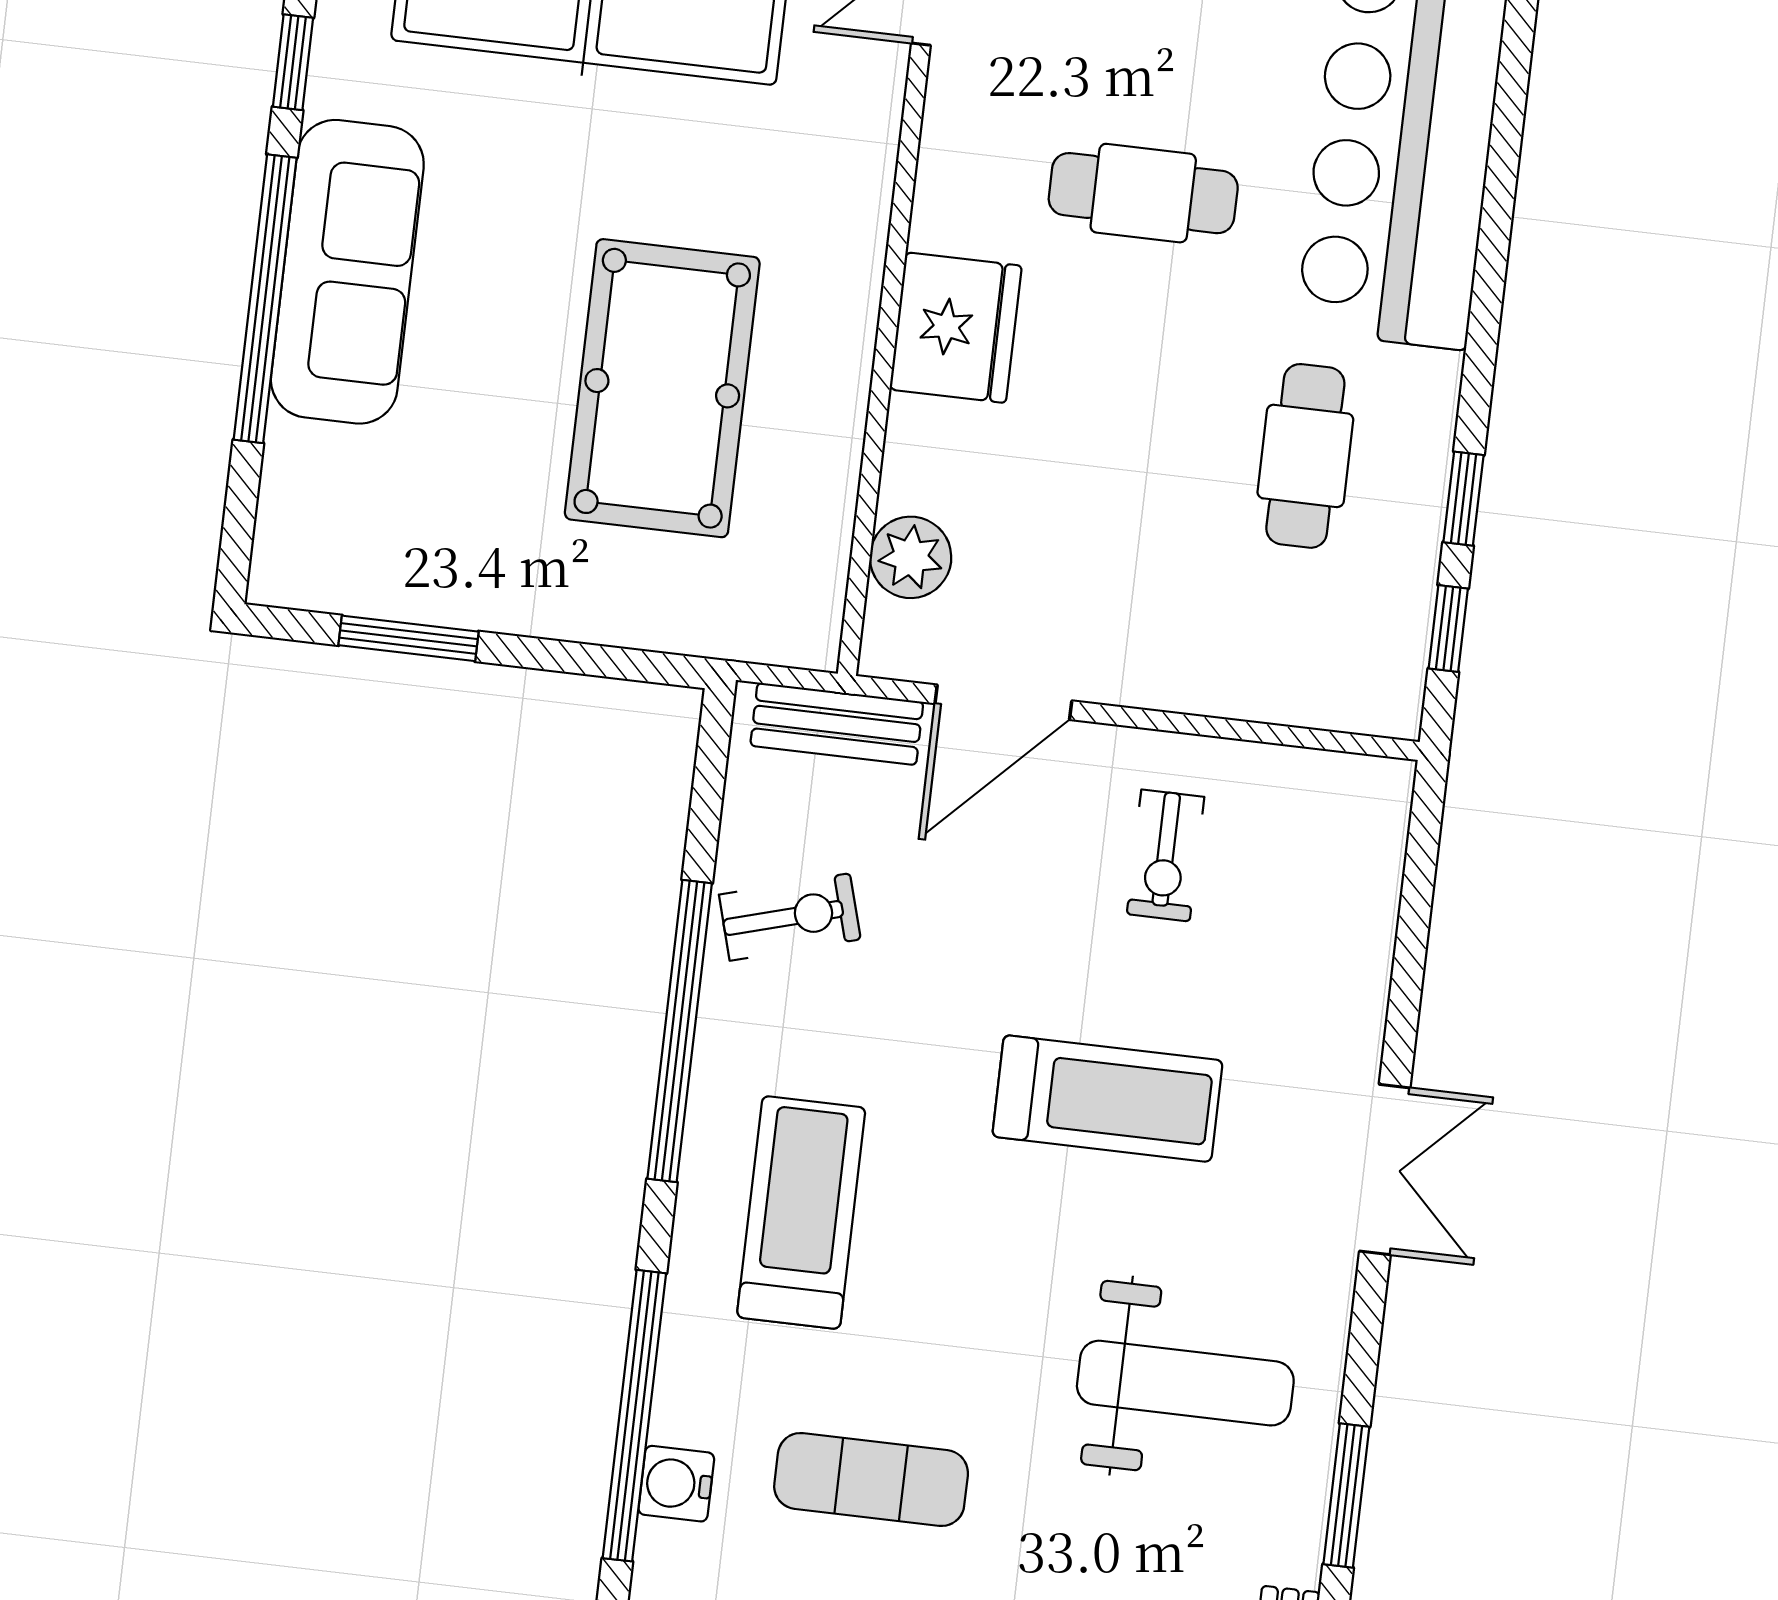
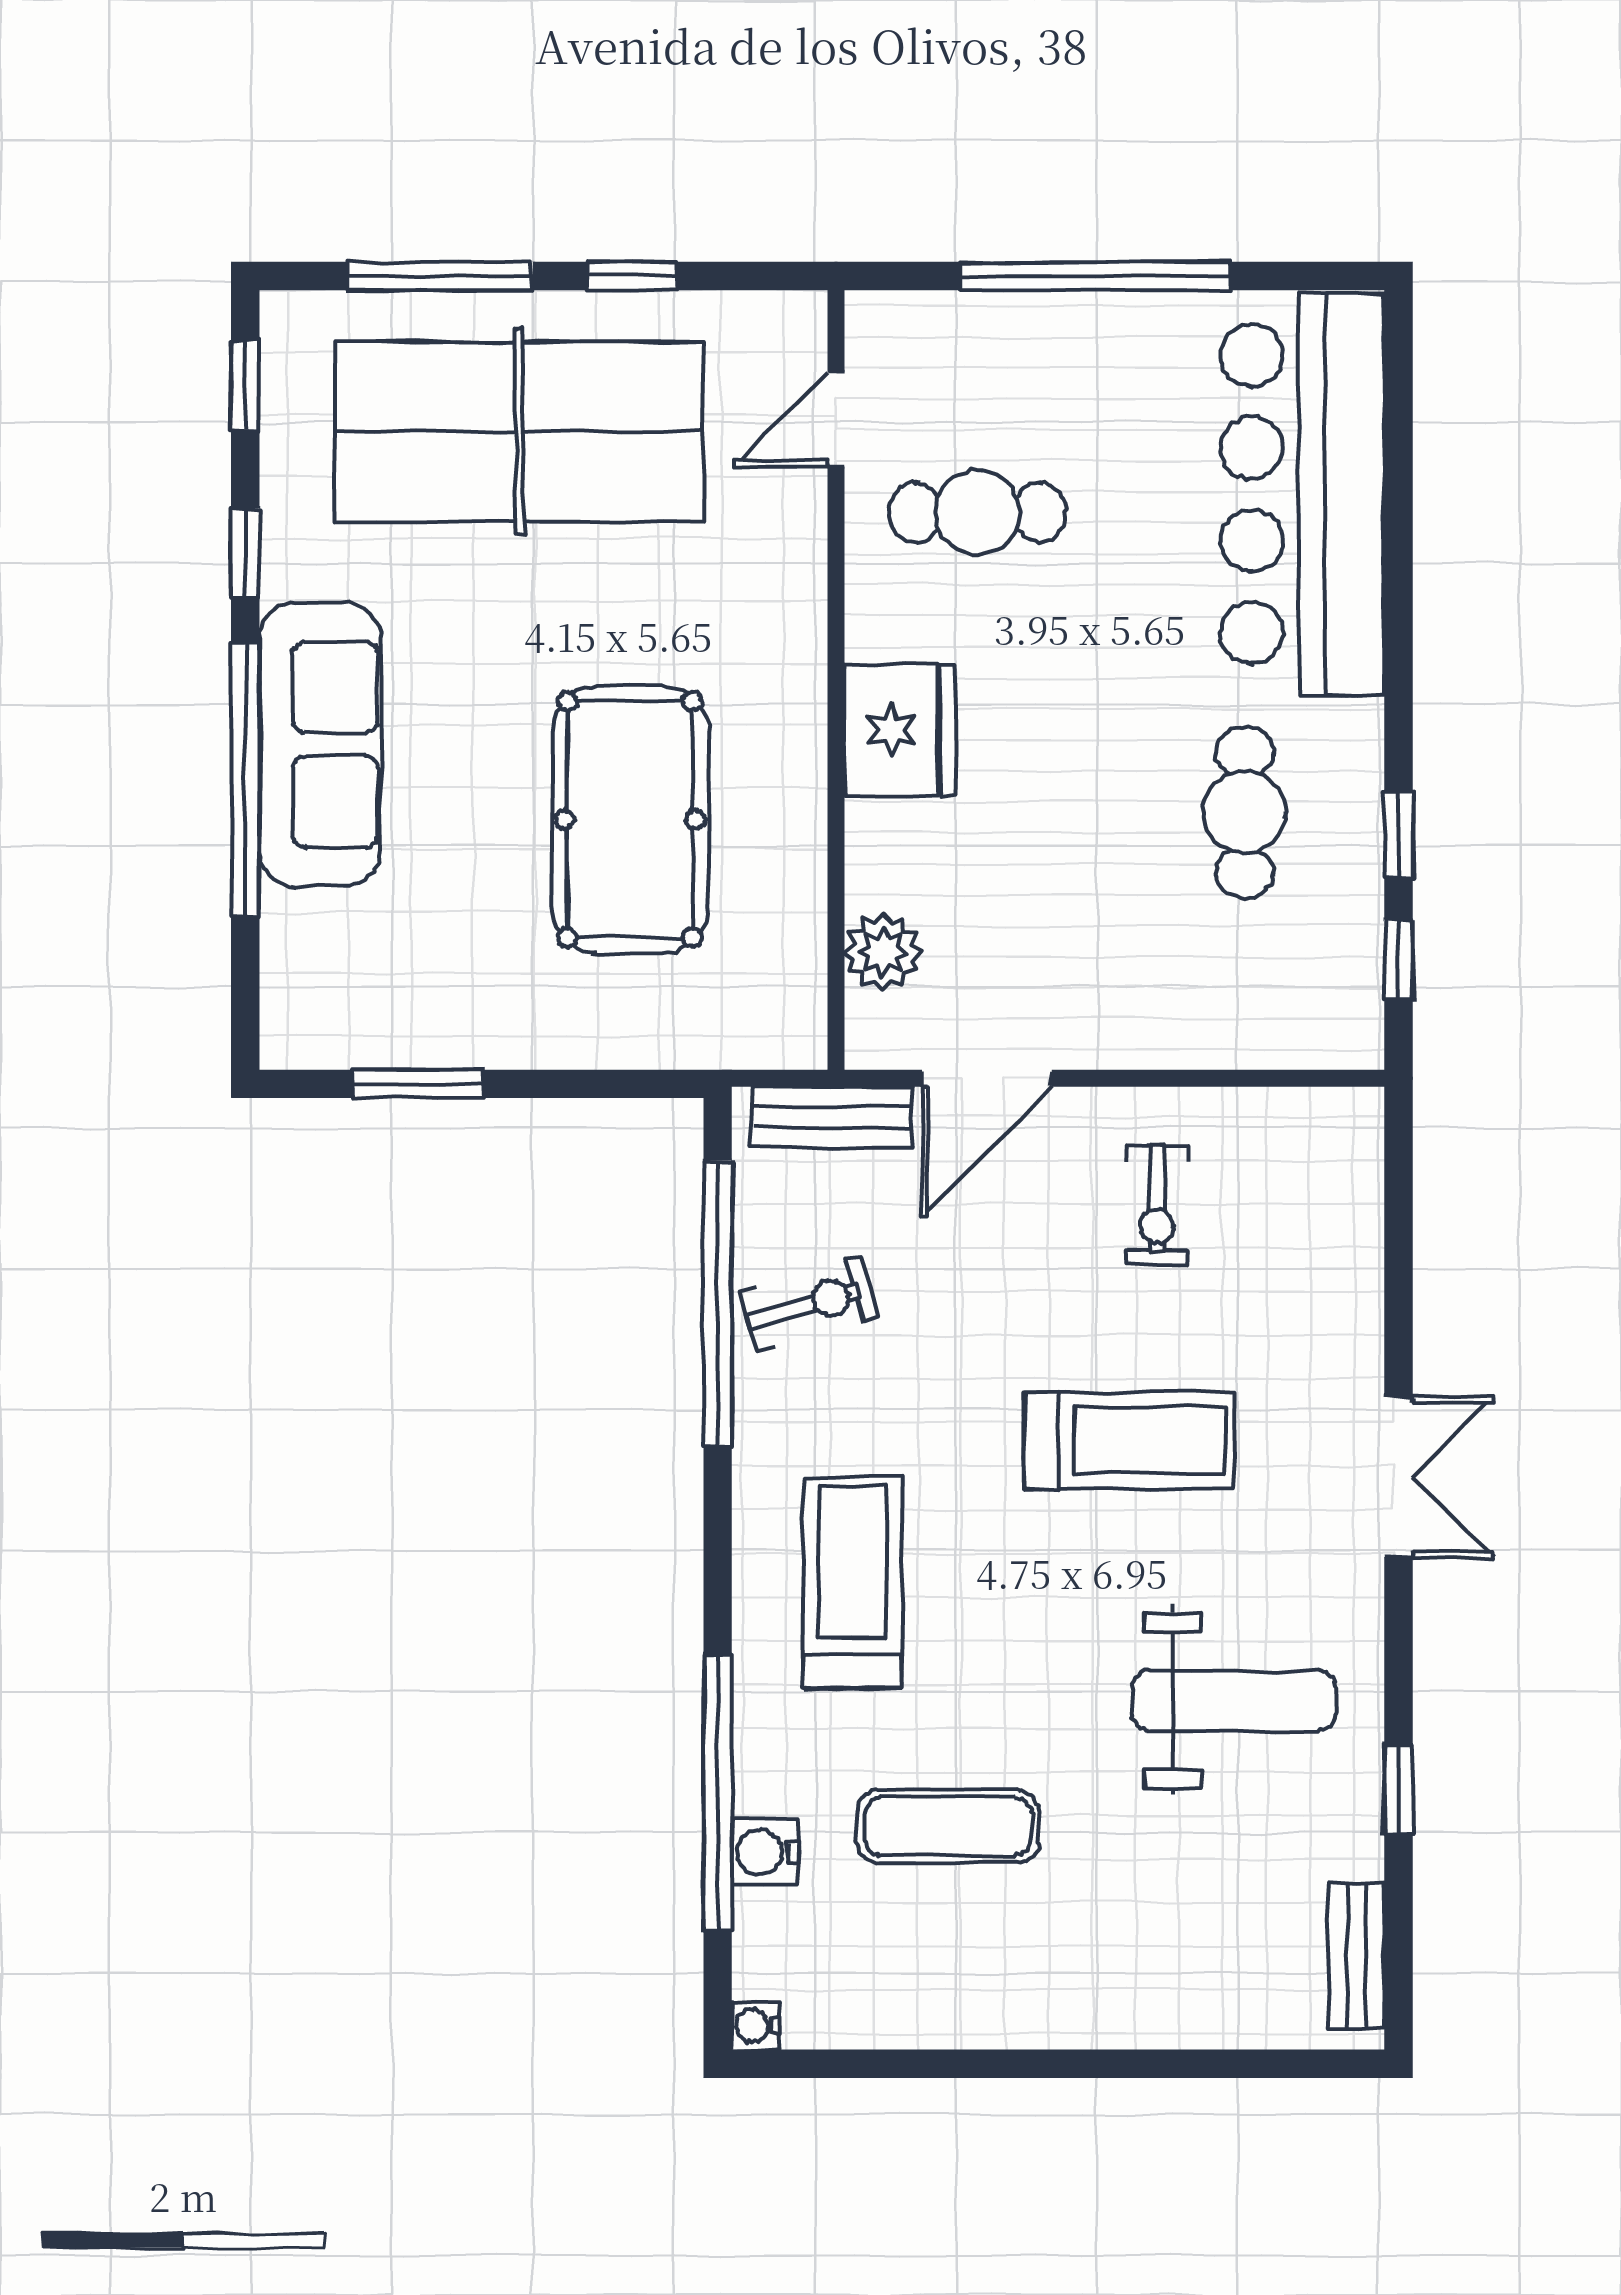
cafe table: (1143, 193) -> (978, 512), moved
window: (680, 1031) -> (718, 1304), moved
window: (1346, 1496) -> (1399, 1789), width x0.67

